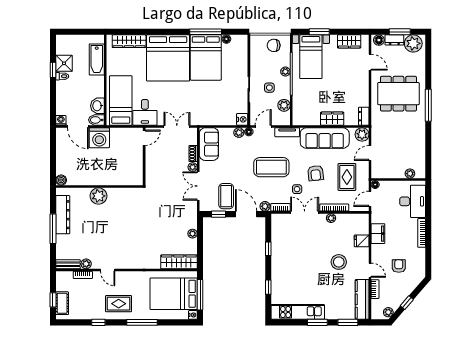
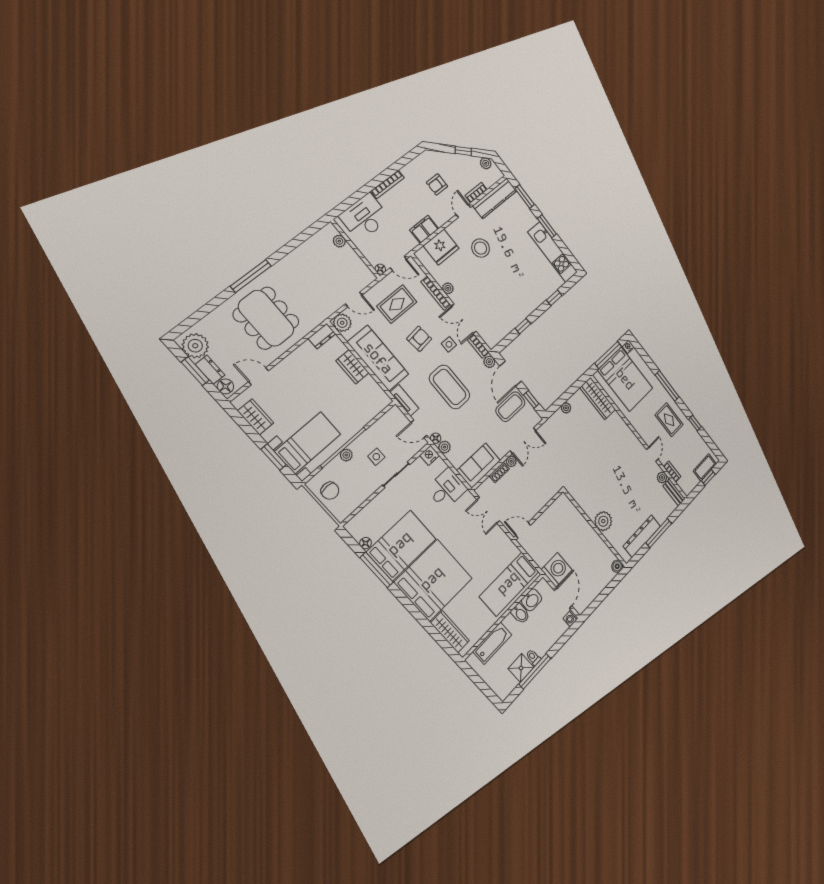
door: (370, 62) -> (259, 376), hinge flipped
window: (53, 70) -> (535, 671), width x2.17
plant: (284, 105) -> (381, 427), removed
desk: (145, 112) -> (447, 489), moved
bidet: (96, 120) -> (520, 614), moved
fridge: (362, 241) -> (441, 247), width x1.88, depth x1.34

